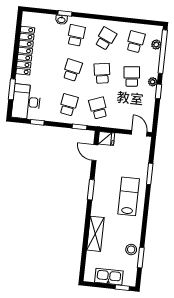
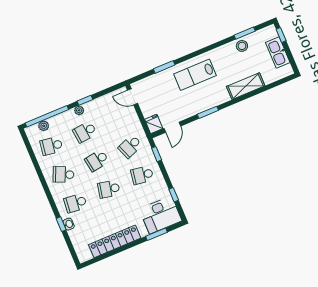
door: (139, 133) -> (133, 97), hinge flipped

